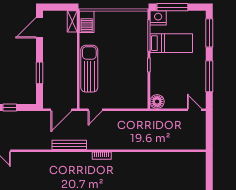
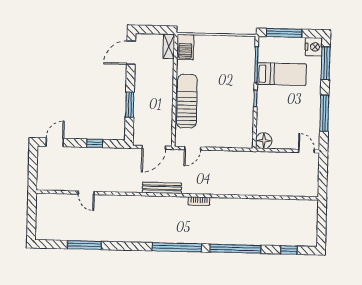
nightstand: (158, 18) -> (314, 47), moved, turned 90

